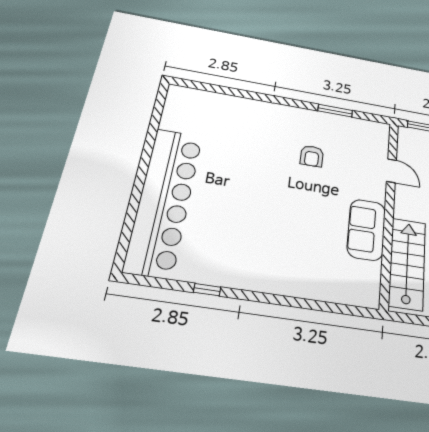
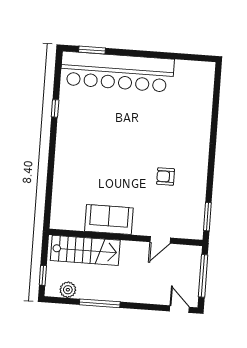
window: (335, 111) -> (207, 217), moved
window: (127, 231) -> (92, 50), added

